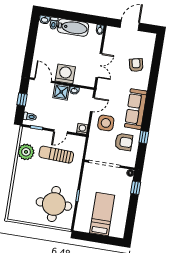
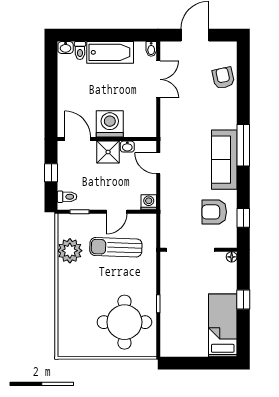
armchair: (136, 65) -> (223, 78), moved
double door: (99, 66) -> (158, 79), moved
window: (150, 102) -> (243, 145), added
door: (93, 105) -> (158, 163), swing flipped
side table: (106, 123) -> (183, 188), removed
window: (144, 137) -> (243, 218), moved
armchair: (124, 142) -> (214, 212), turned 180
window: (136, 188) -> (243, 299), moved
bed: (102, 214) -> (223, 325), moved

